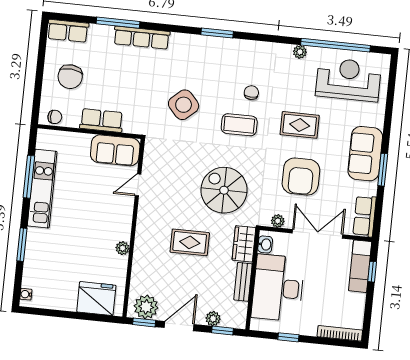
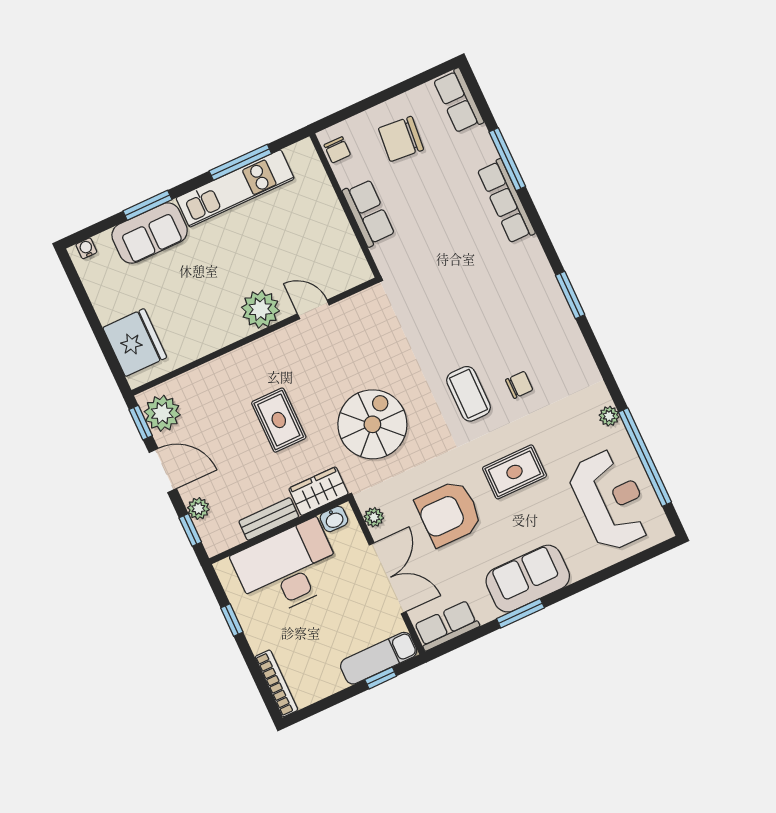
side table: (184, 105) -> (452, 307), removed
rug: (300, 125) -> (514, 472), turned 90
sofa: (115, 150) -> (150, 233), moved, turned -90
plant: (123, 248) -> (260, 309), moved, width x1.87, depth x1.87

